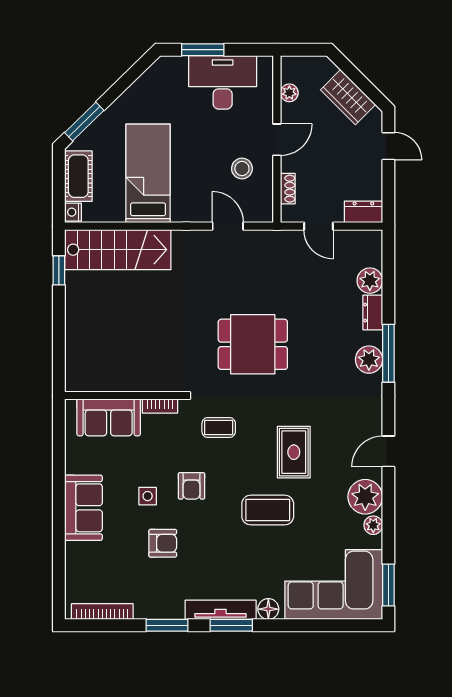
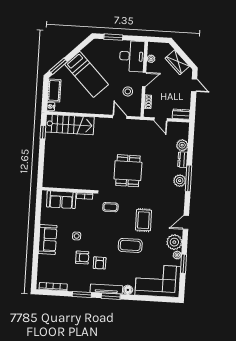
desk: (223, 82) -> (132, 56), moved, turned 90
bed: (148, 173) -> (87, 74), moved, turned 136
dining table: (253, 344) -> (128, 171), turned 90
armchair: (191, 486) -> (100, 263), moved
window: (388, 585) -> (183, 264), moved

